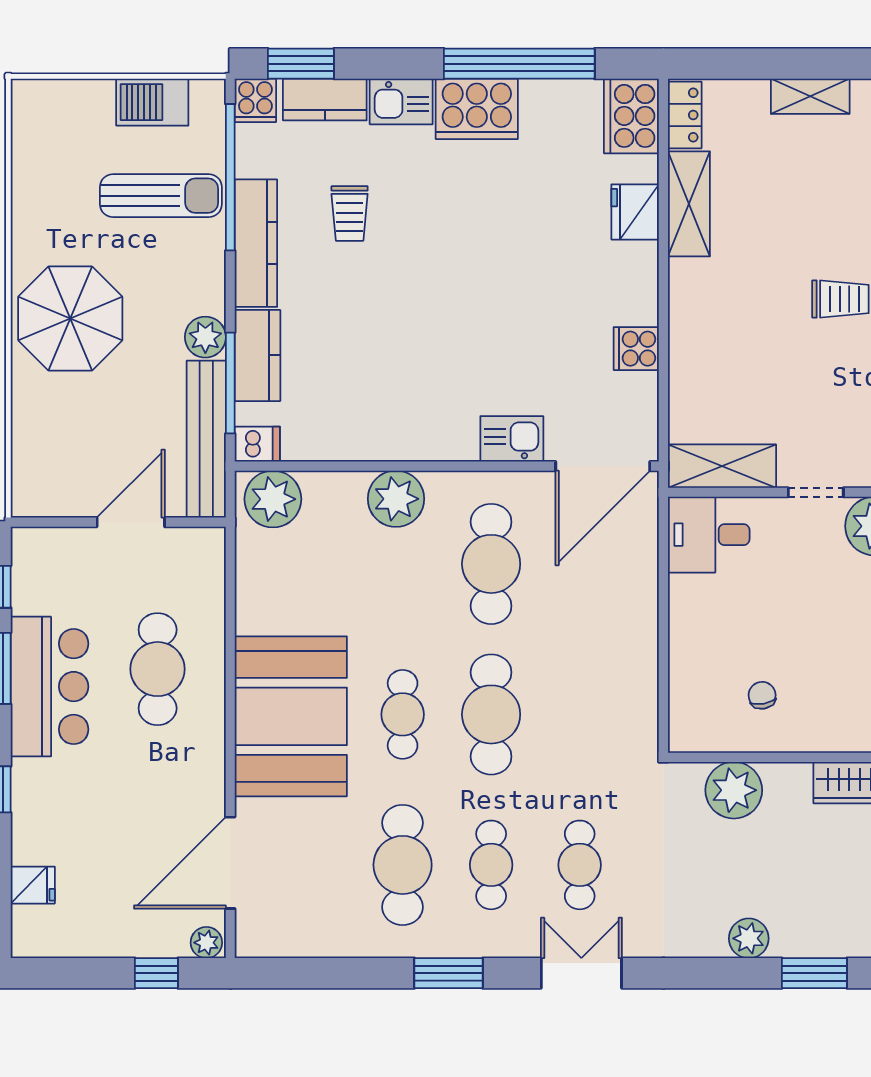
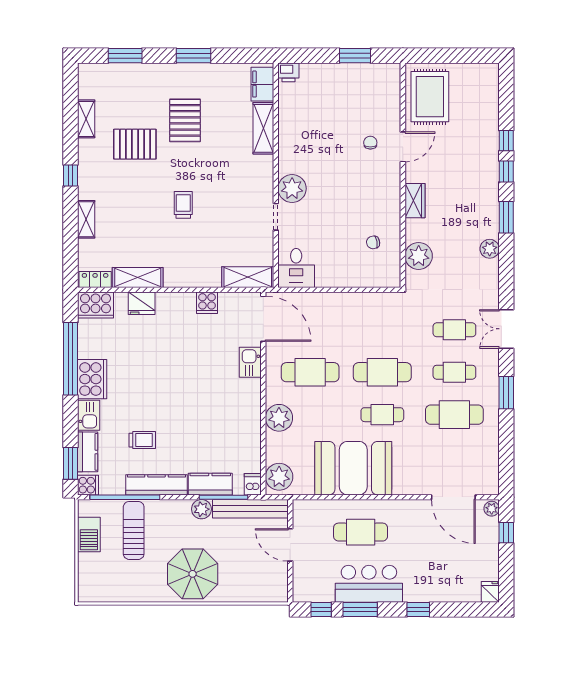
shelving: (722, 466) -> (248, 277), moved, turned 90
booth: (291, 716) -> (353, 468), moved
fridge: (33, 885) -> (490, 592), moved

